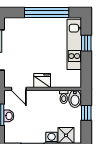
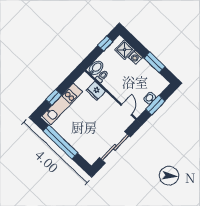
fridge: (42, 81) -> (96, 91), moved
window: (86, 113) -> (105, 43), moved

